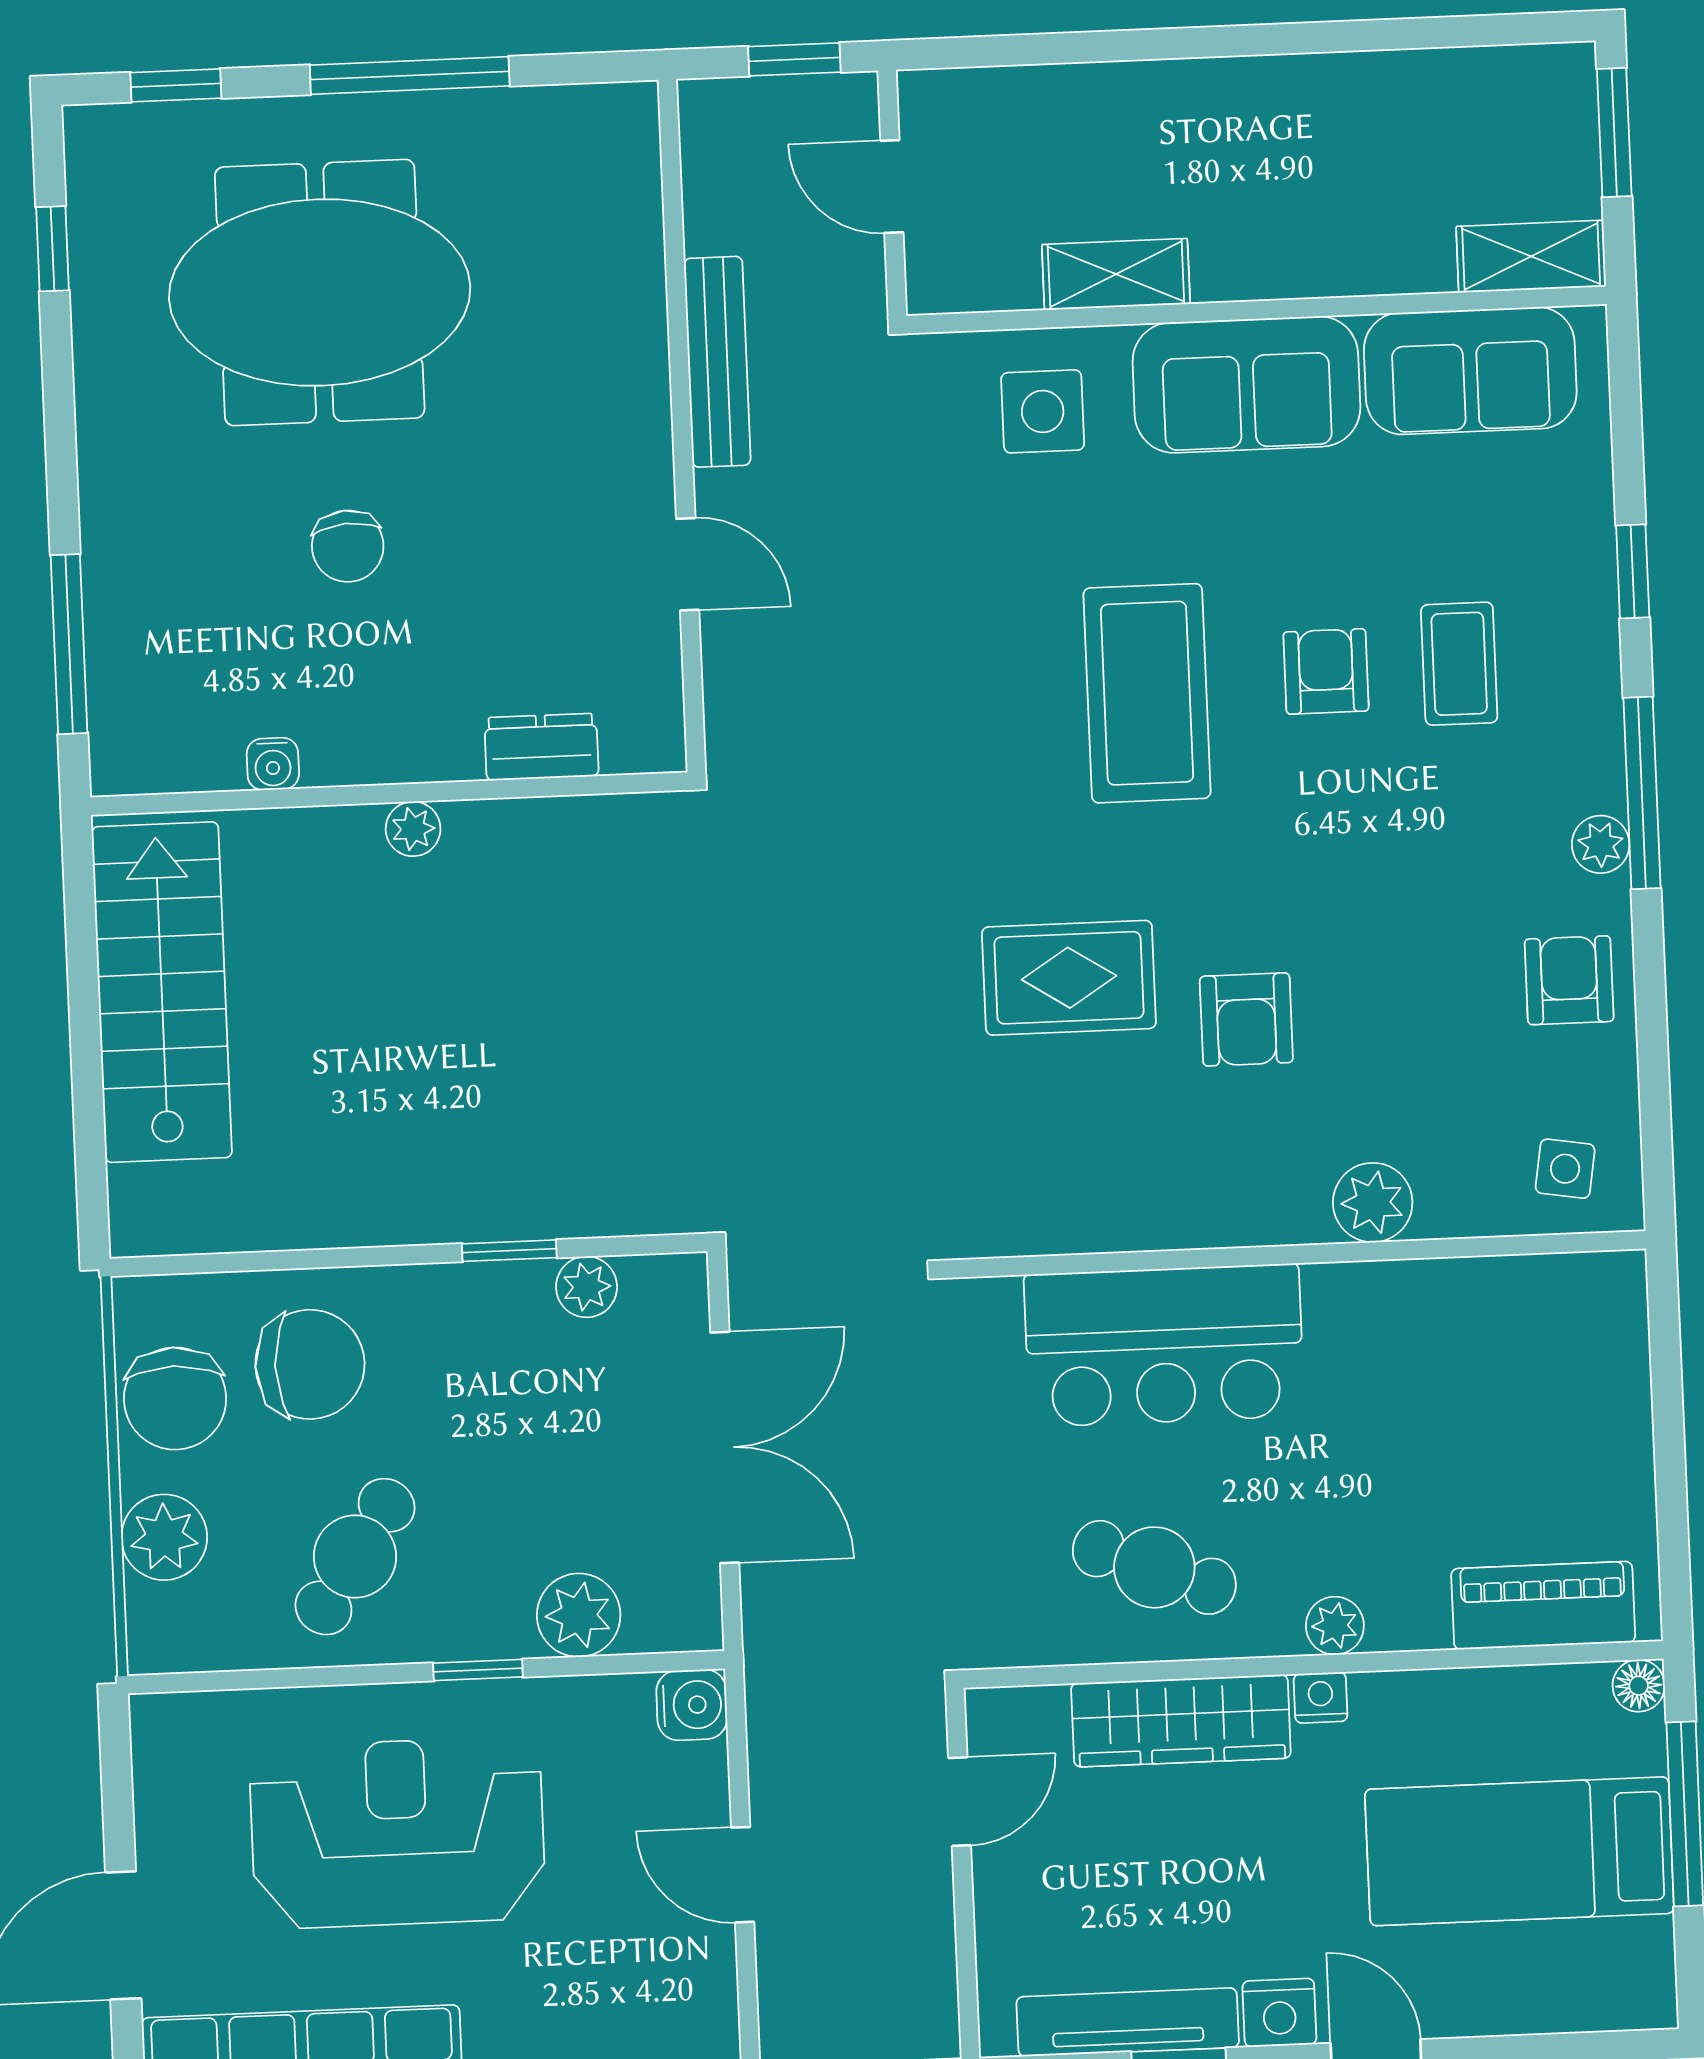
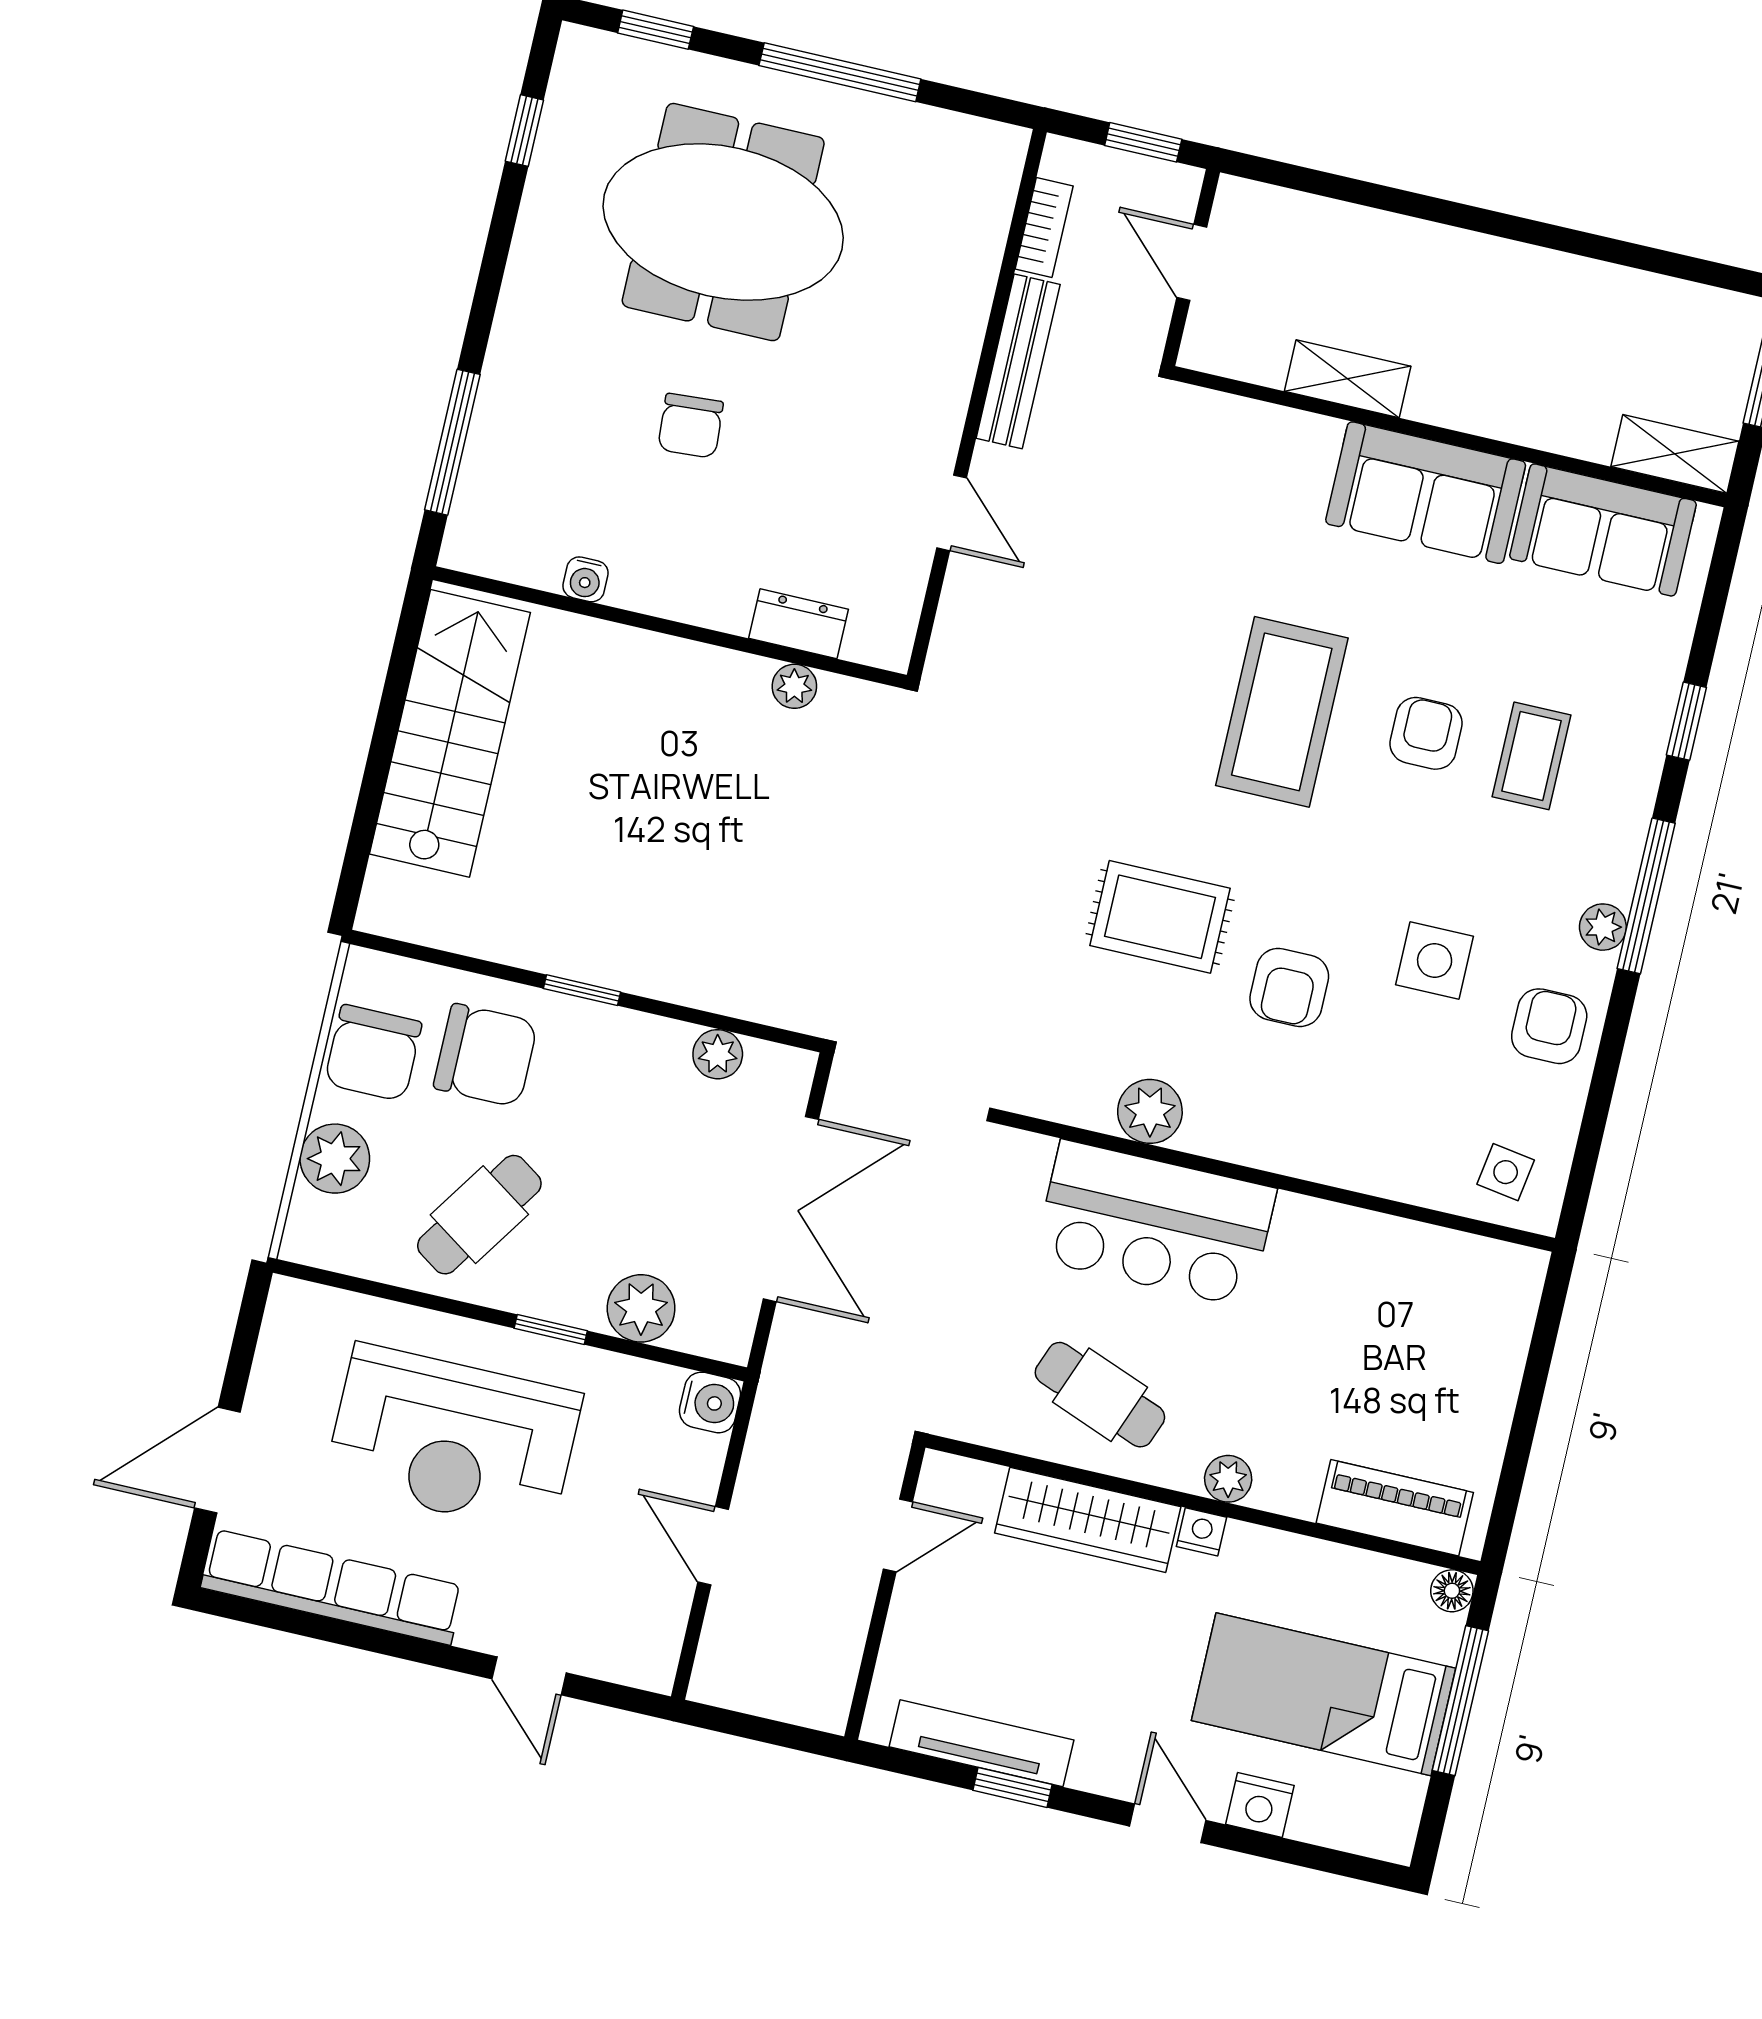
bookcase: (704, 194) -> (1044, 228), added
side table: (1043, 411) -> (1435, 961), moved
plant: (413, 829) -> (794, 686), moved
plant: (1373, 1203) -> (1150, 1111), moved
window: (509, 1251) -> (582, 990), moved
reception desk: (397, 1833) -> (453, 1439), turned 180
nightstand: (1279, 2013) -> (1260, 1805), moved

